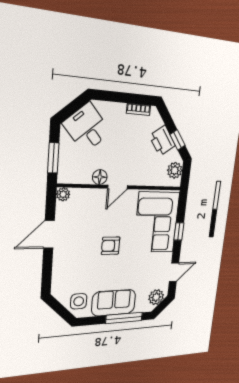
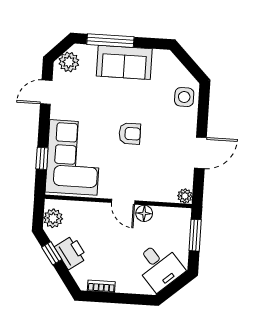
door: (118, 187) -> (123, 202), swing flipped
window: (179, 231) -> (42, 158), moved
side table: (79, 301) -> (184, 97), moved

